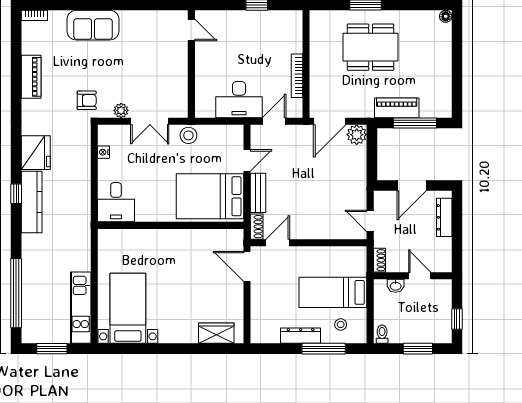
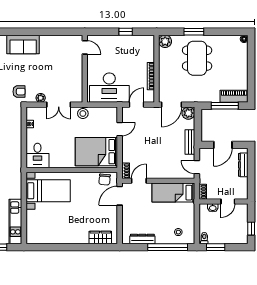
plant: (320, 20) -> (165, 41), added
dining table: (371, 47) -> (197, 58), turned 90
desk: (239, 100) -> (109, 88), width x1.36, depth x1.30
piano: (397, 108) -> (234, 96), moved
bench: (258, 193) -> (190, 142), moved
chair: (223, 241) -> (105, 179), added
door: (247, 266) -> (120, 196), hinge flipped
door: (420, 276) -> (228, 201), swing flipped
bed: (333, 292) -> (173, 193), moved
bed with nightstands: (128, 308) -> (48, 191), moved, turned 90
dresser: (301, 336) -> (142, 239), moved
window: (324, 349) -> (168, 247), width x1.46
window: (418, 349) -> (216, 247), moved

